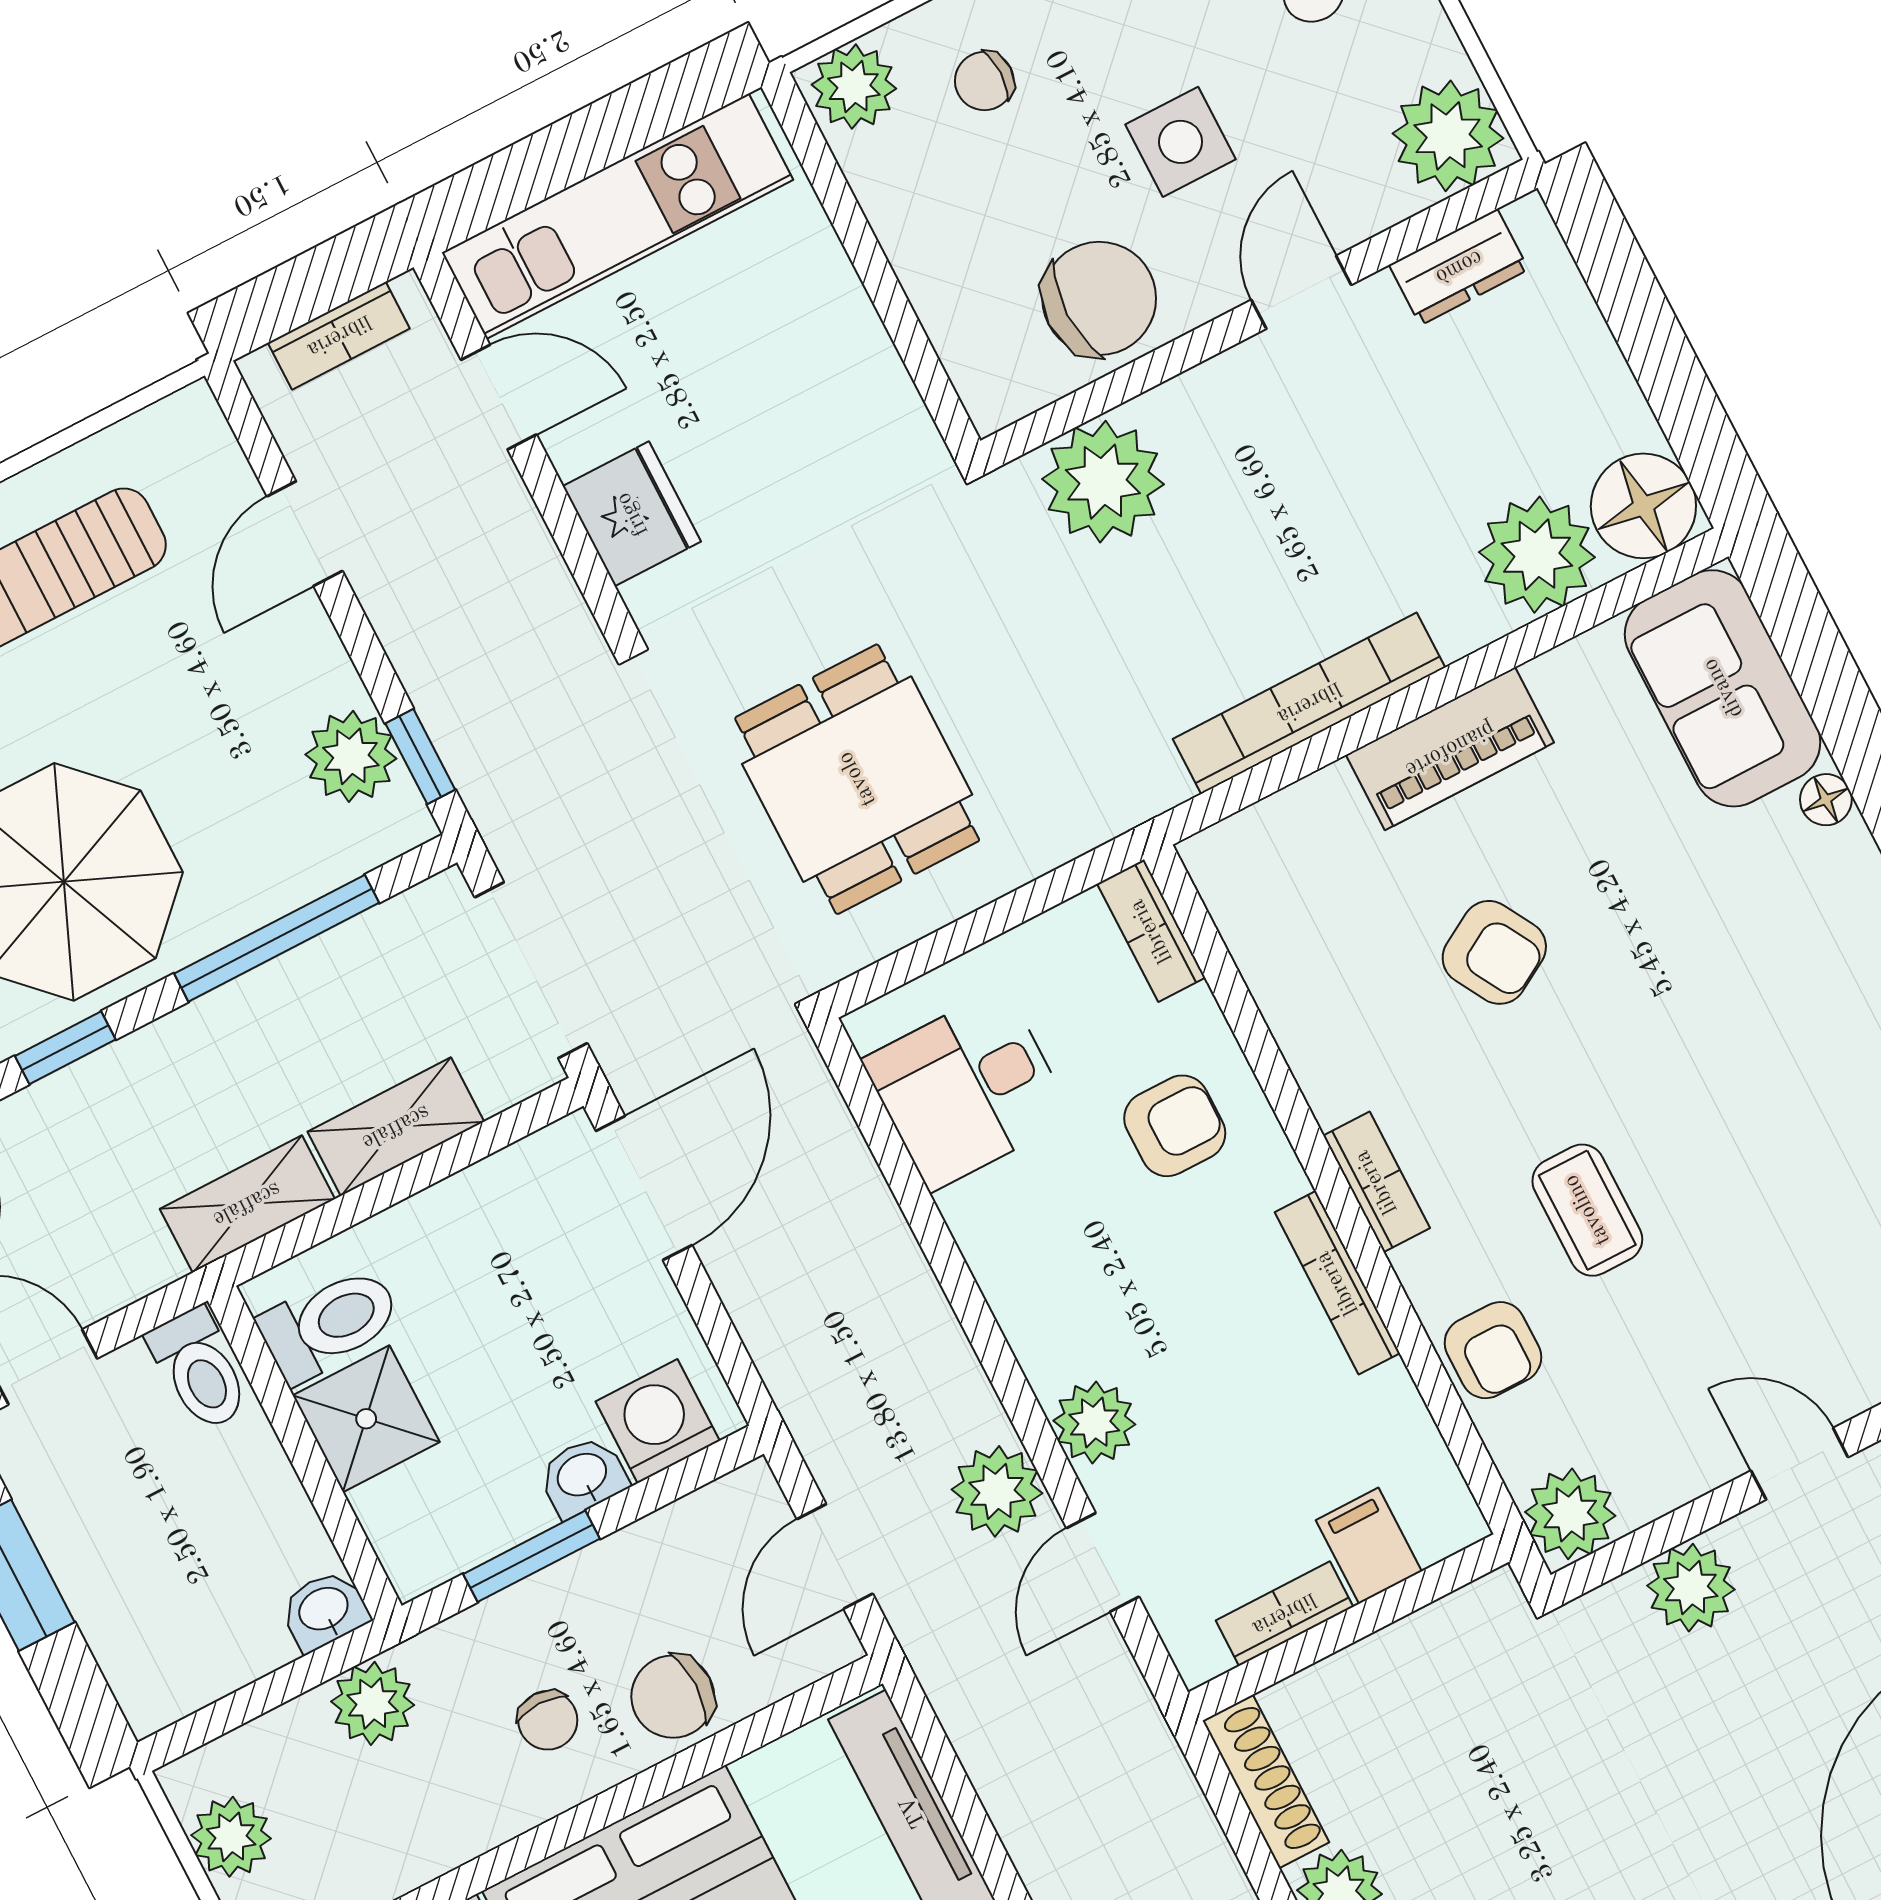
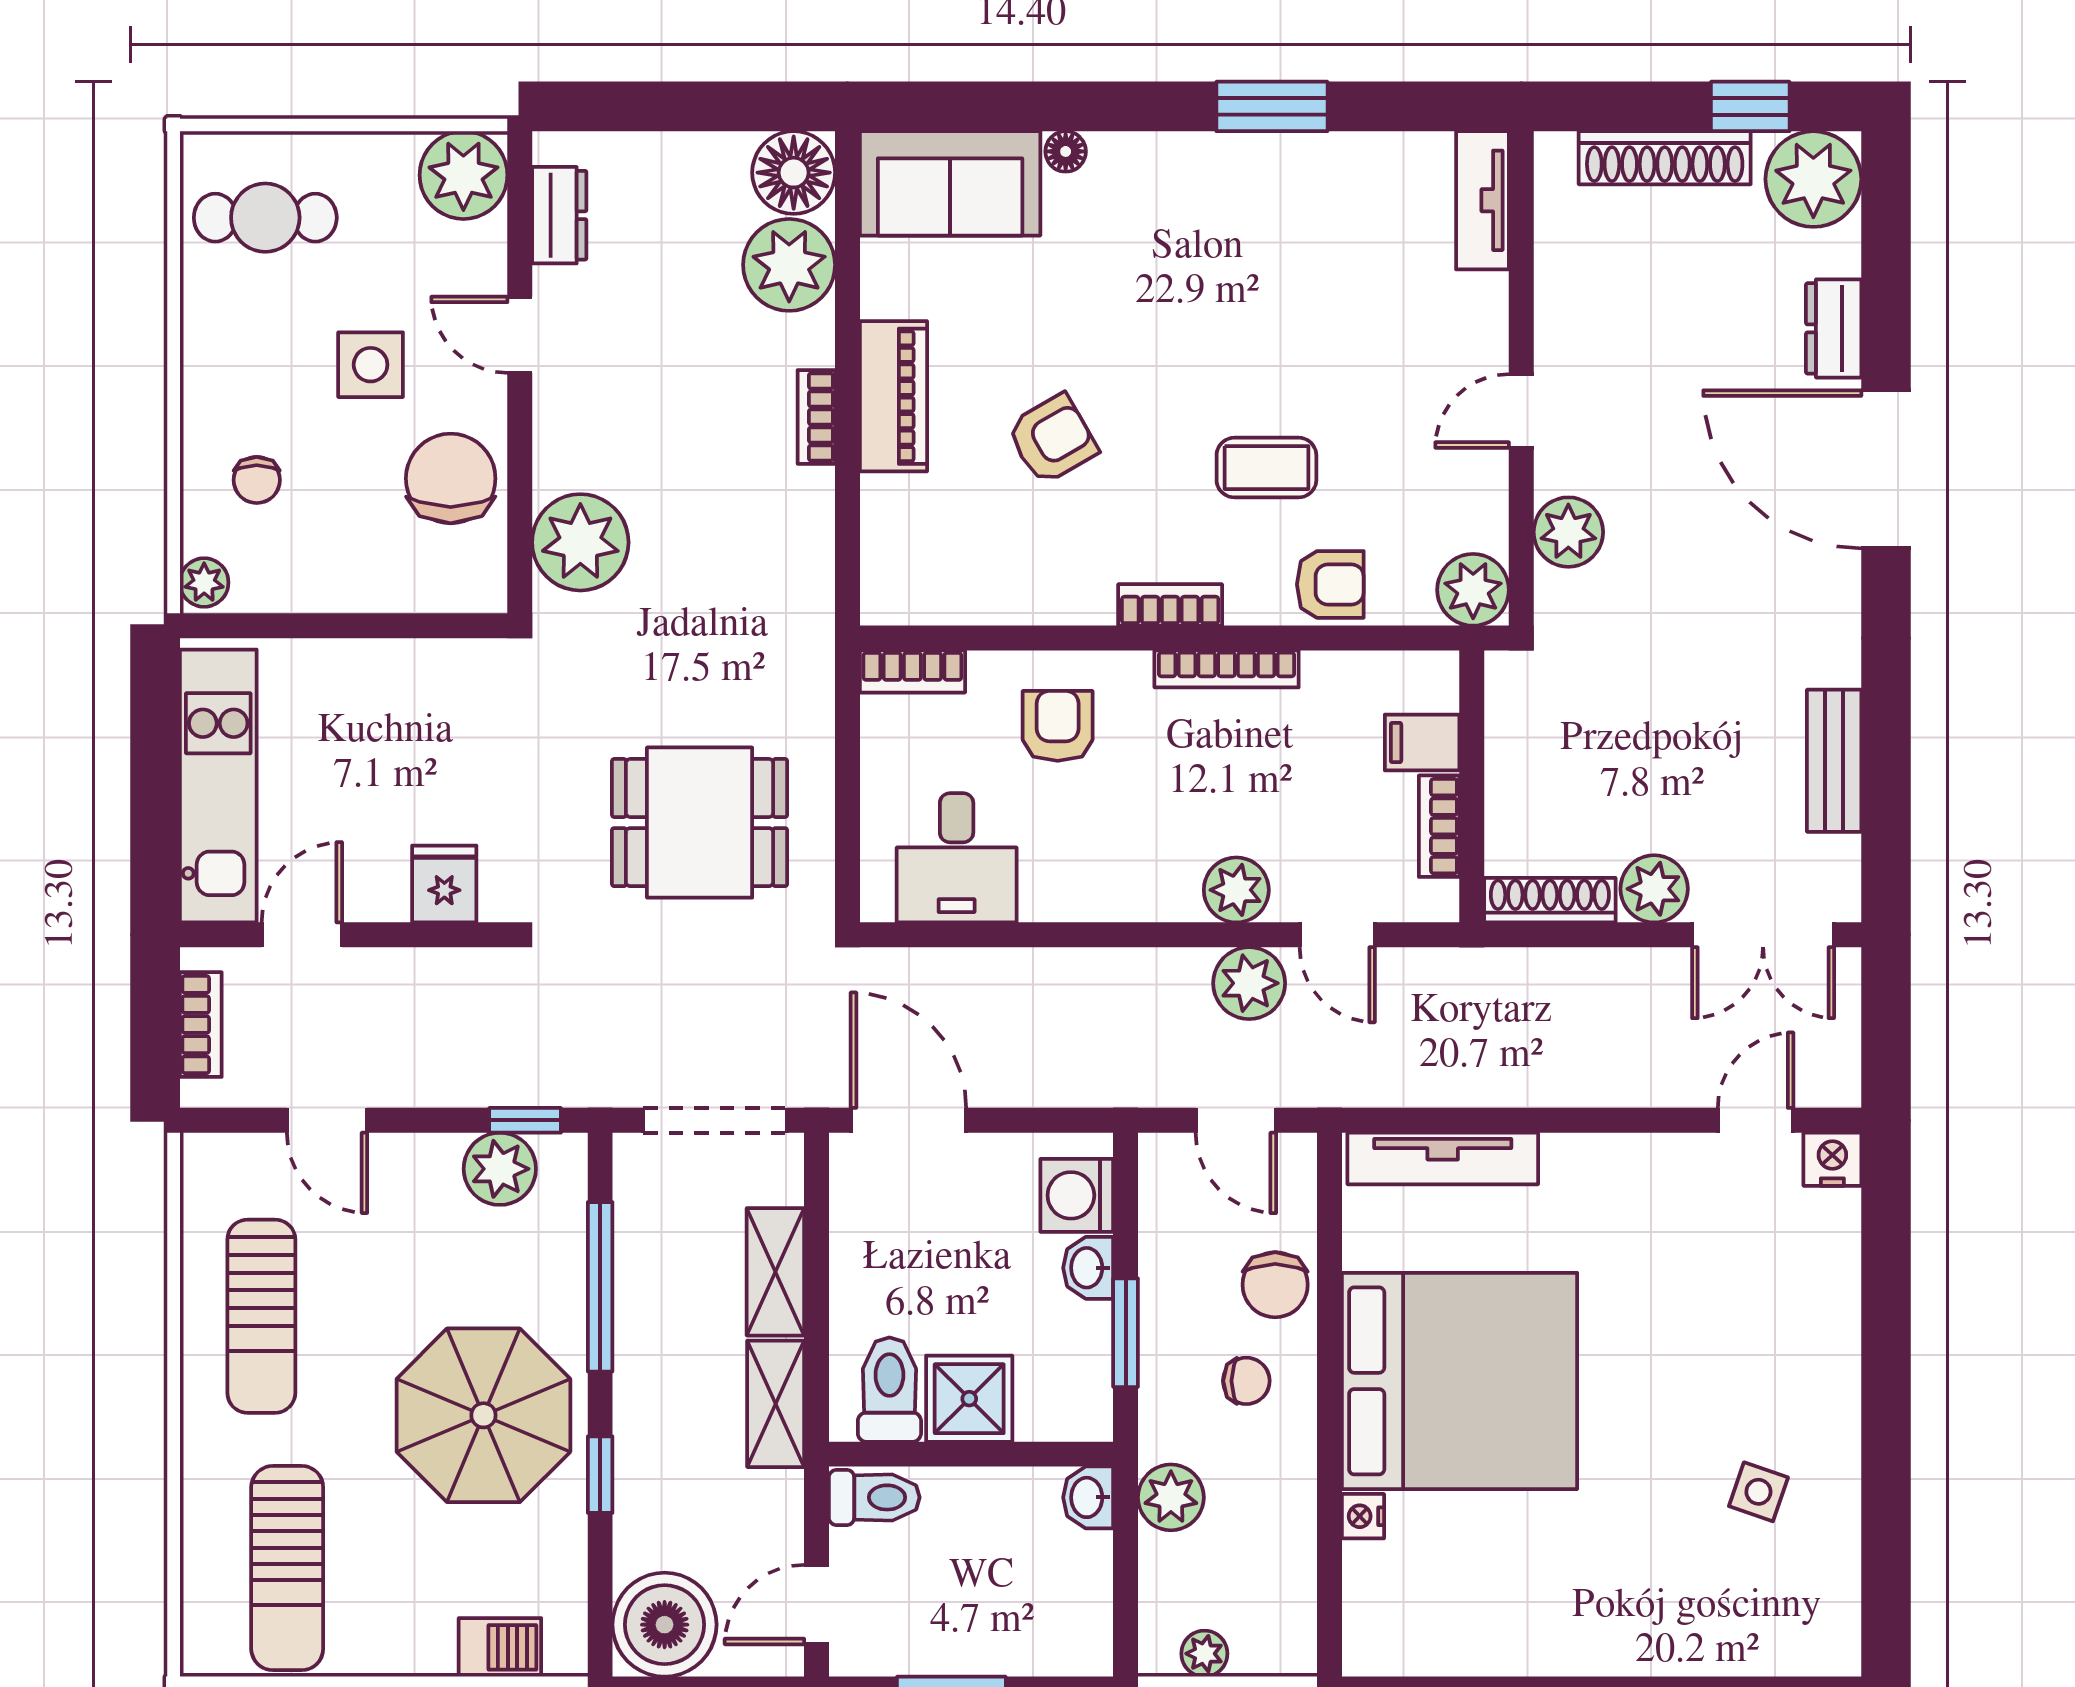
plant: (854, 87) -> (204, 583), width x0.73, depth x0.73
fridge: (632, 514) -> (444, 884), width x0.72
bookcase: (1309, 703) -> (816, 417), width x0.43, depth x0.76
plant: (231, 1837) -> (1204, 1654), width x0.73, depth x0.73

